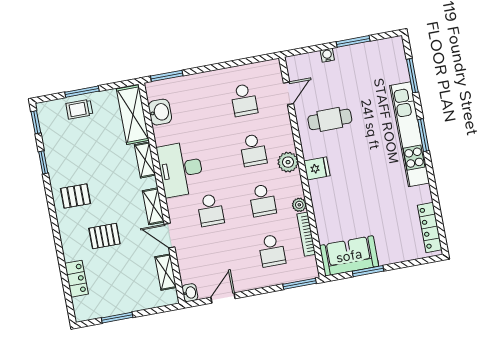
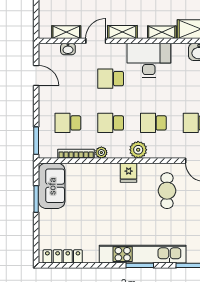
washbasin: (190, 293) -> (68, 49), moved

